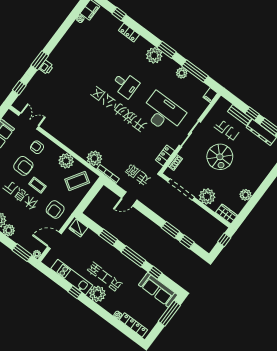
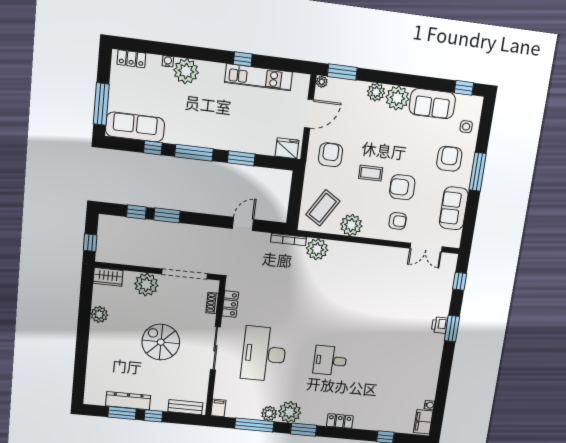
locker: (129, 33) -> (340, 421), moved
plant: (154, 55) -> (290, 412), moved
desk: (163, 113) -> (264, 354), turned 90
bench: (240, 115) -> (185, 407), moved
plant: (97, 294) -> (186, 71), moved
locker: (133, 325) -> (131, 59), width x0.66

